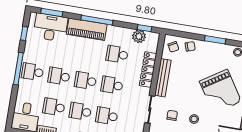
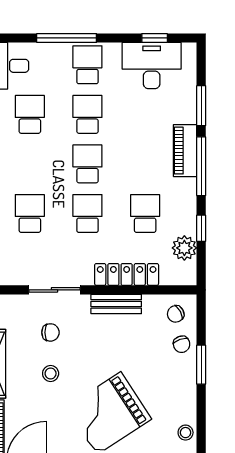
window: (52, 13) -> (201, 106), moved
desk: (50, 27) -> (152, 66), moved, turned -90
window: (145, 28) -> (201, 228), moved
piano: (87, 29) -> (185, 151), width x0.73, depth x0.75
window: (215, 40) -> (201, 365), moved
window: (18, 69) -> (67, 38), moved
bench: (163, 78) -> (116, 304), width x0.73
school desk: (80, 111) -> (30, 164), removed

